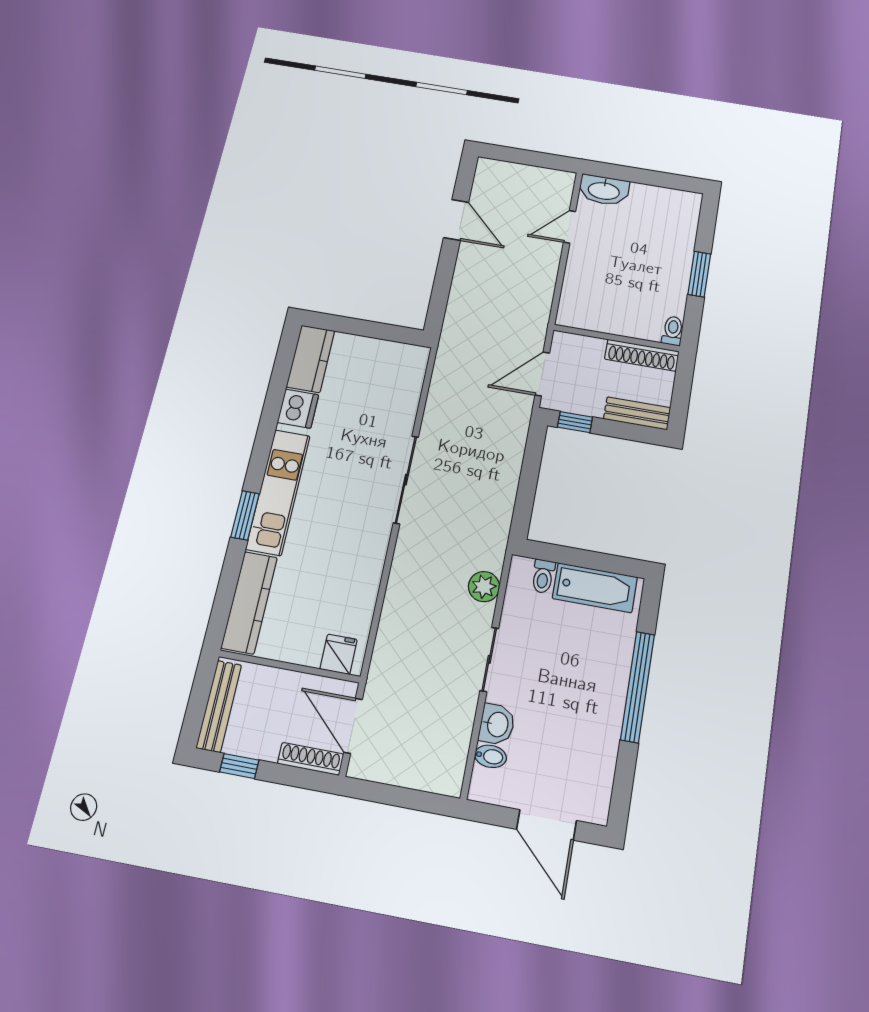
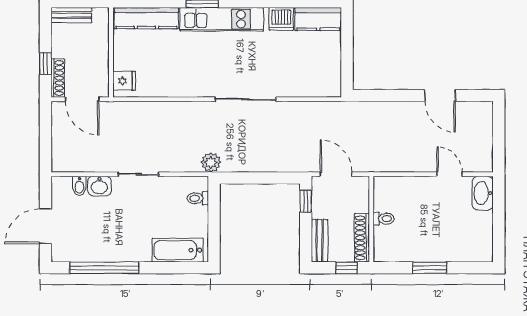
door: (456, 220) -> (440, 95), hinge flipped
toilet: (673, 331) -> (384, 219), moved
window: (683, 384) -> (346, 268), added
plant: (484, 587) -> (211, 162), moved
bathtub: (595, 588) -> (178, 250), moved, turned 90
window: (638, 687) -> (104, 268), moved
bench: (219, 706) -> (71, 15), width x0.73
door: (353, 726) -> (82, 99), swing flipped
window: (239, 766) -> (45, 64), moved

